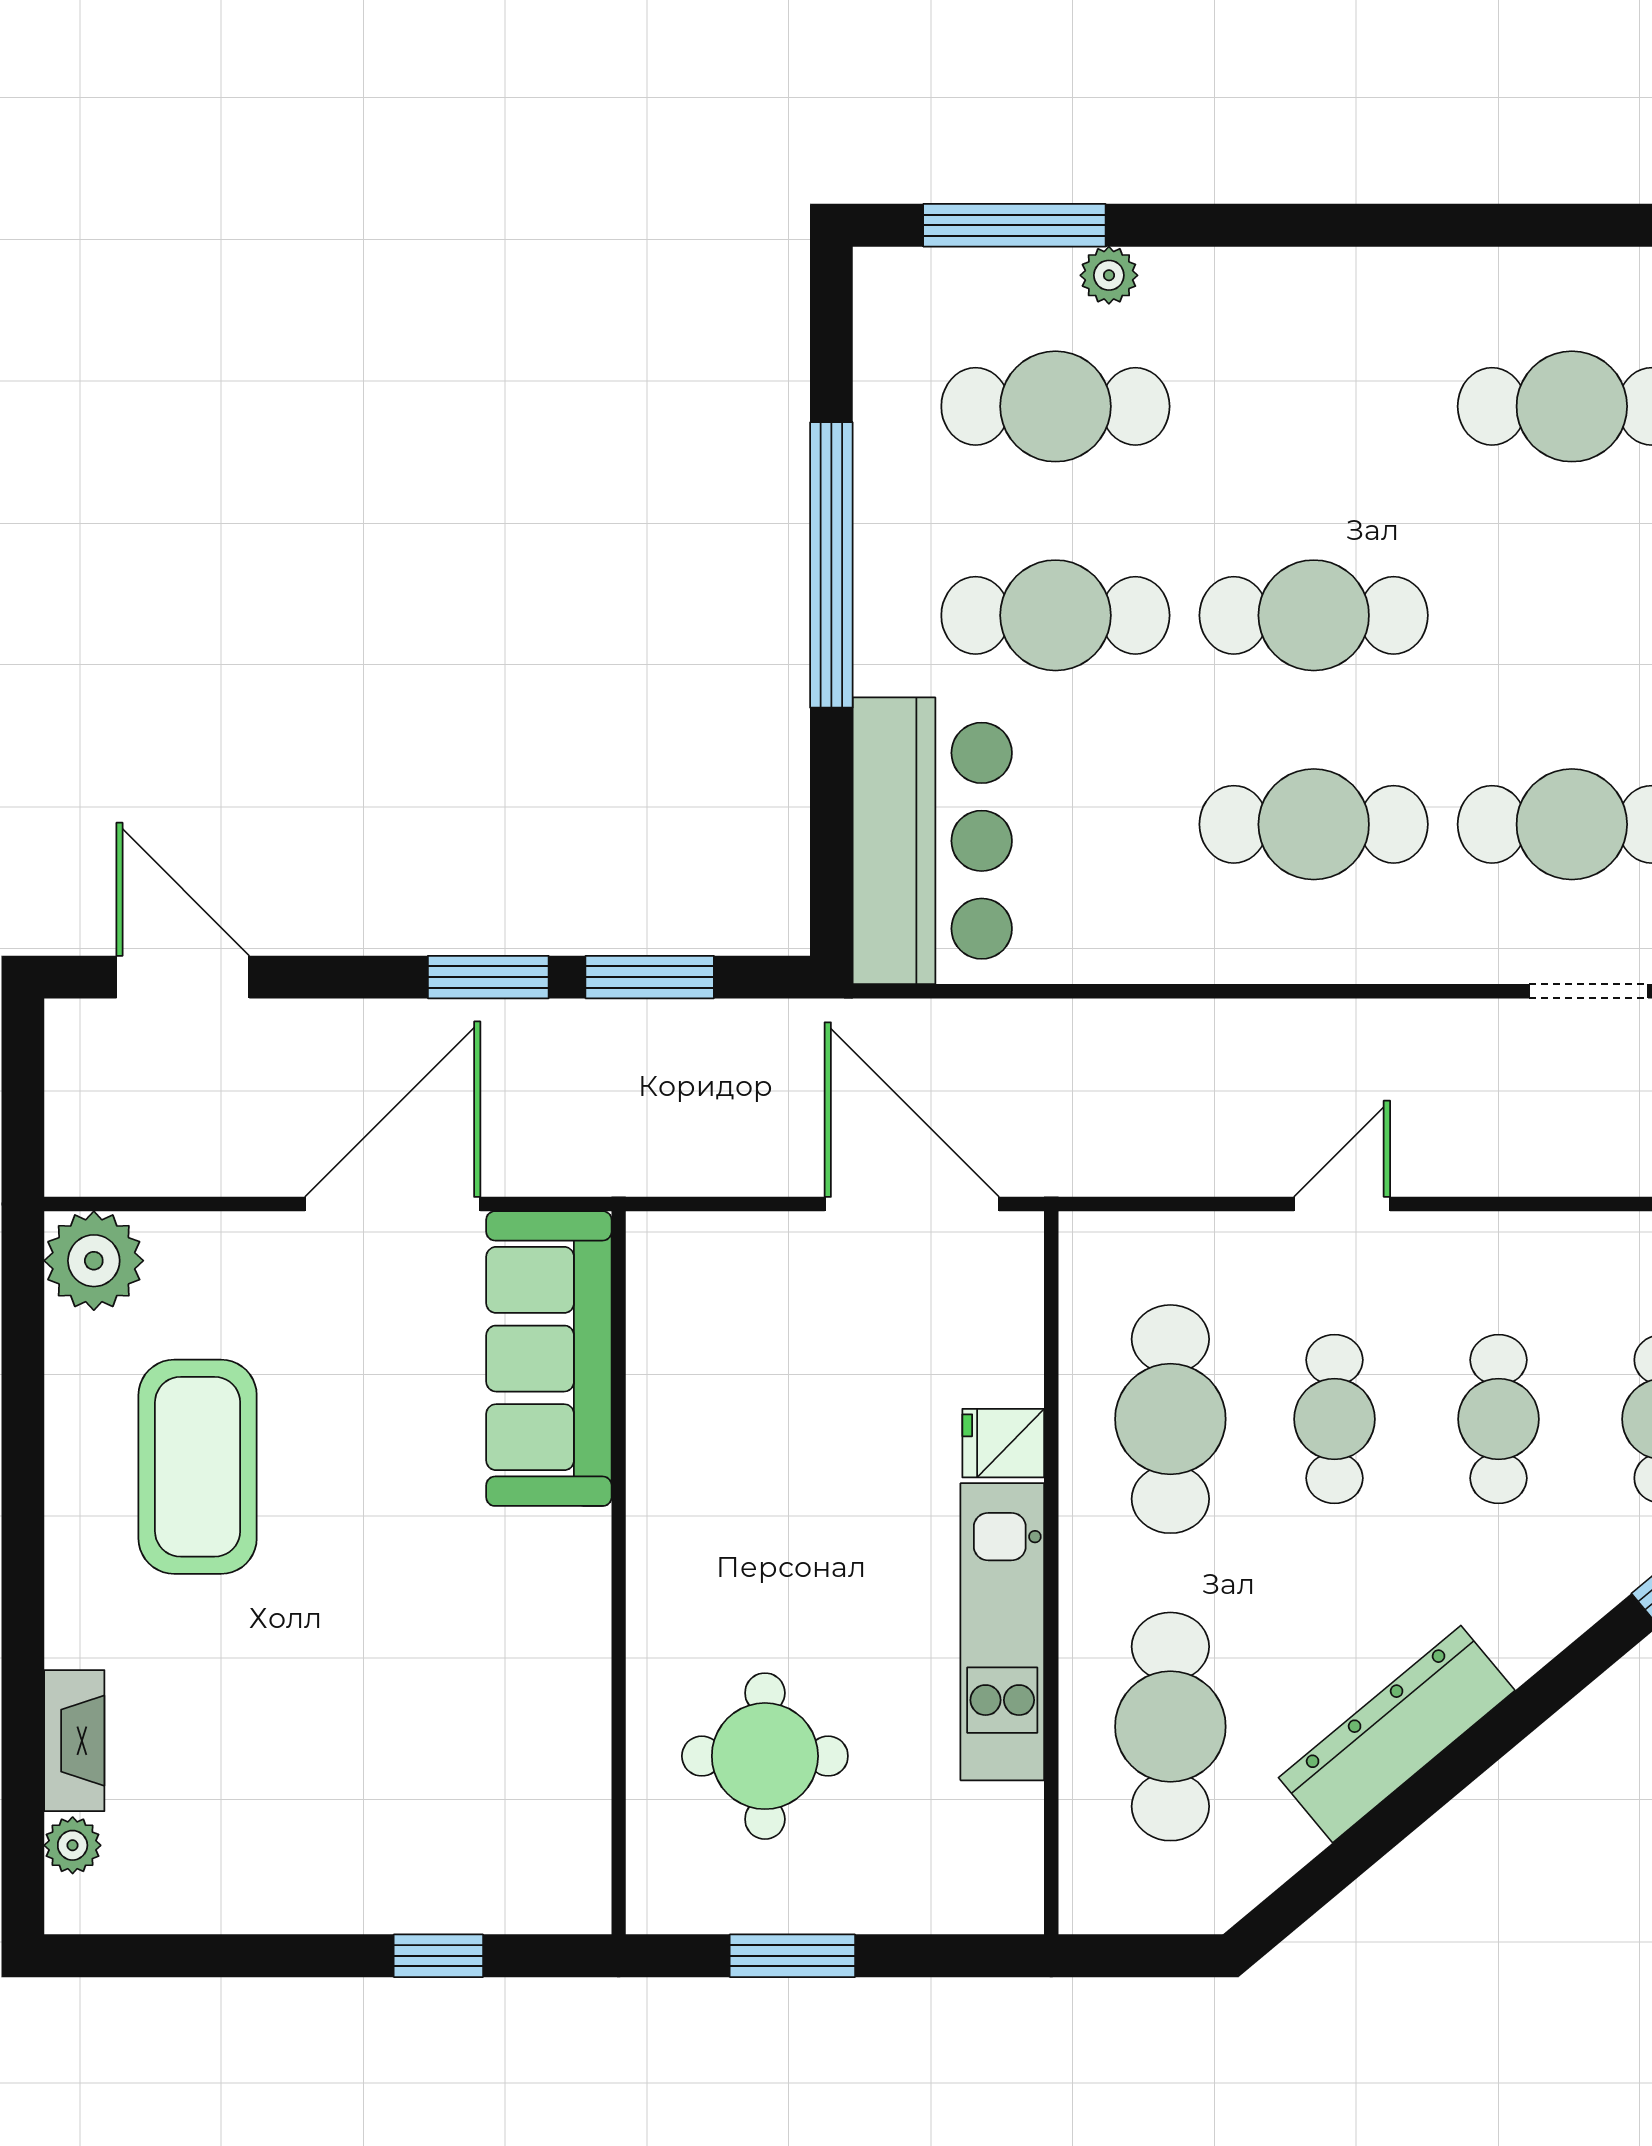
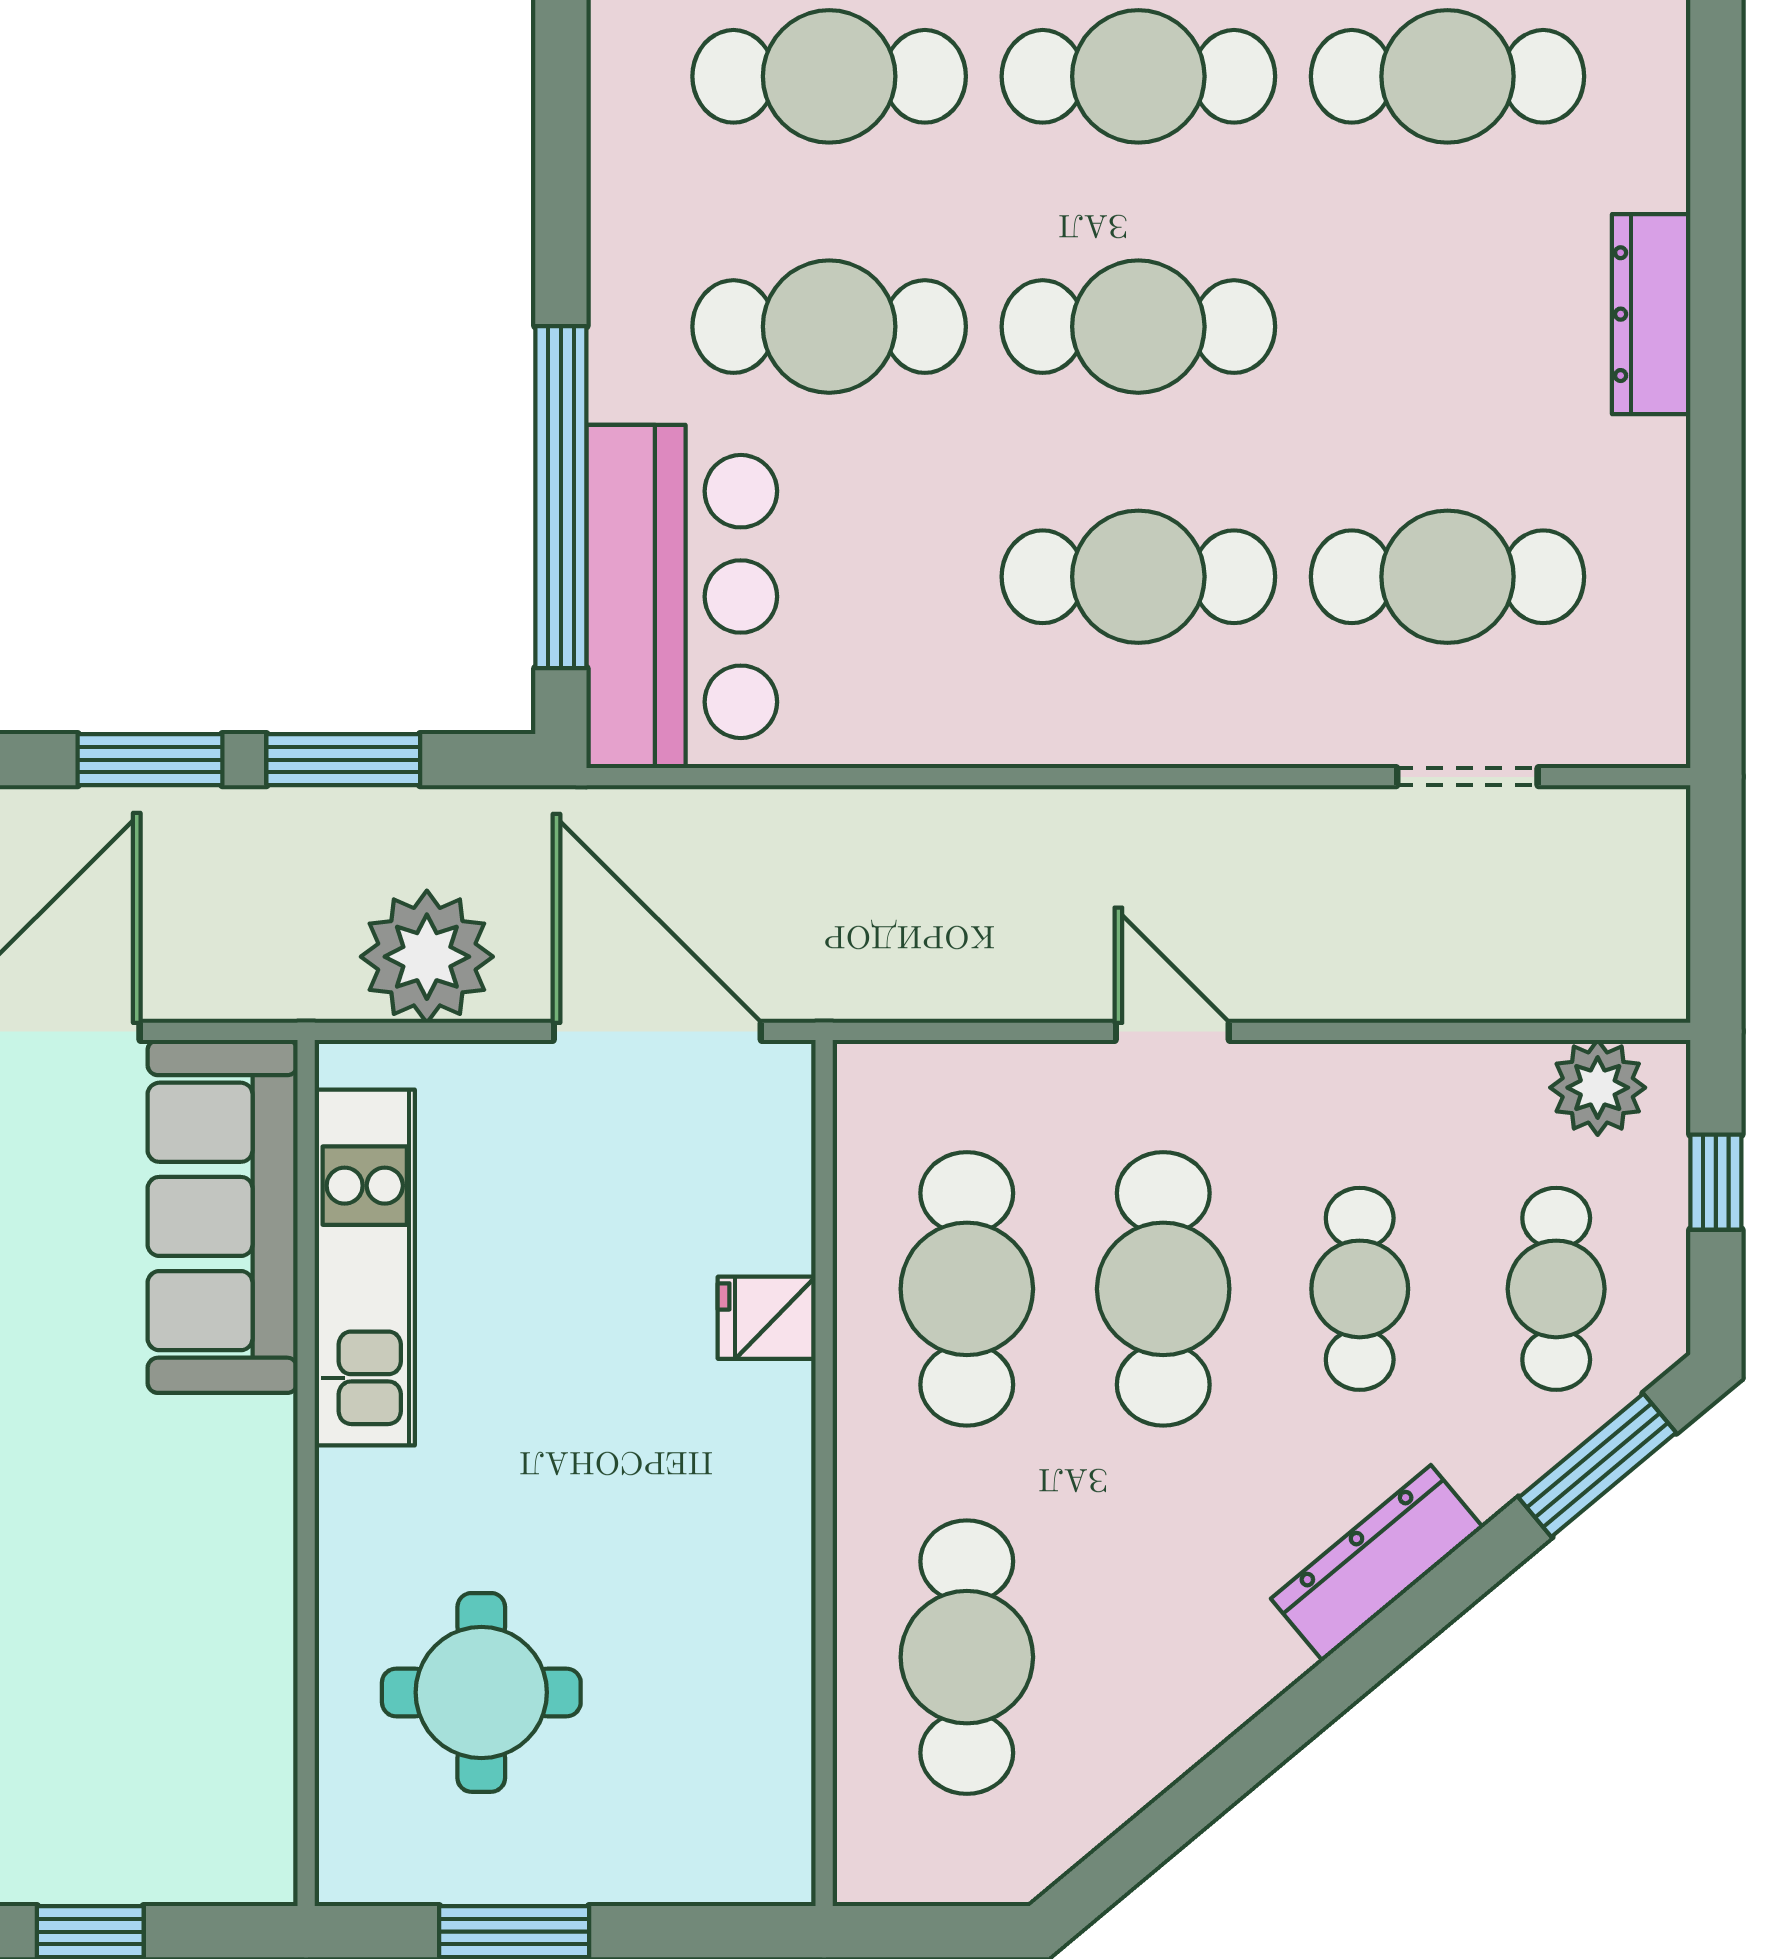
cafe table: (1314, 406) -> (1138, 76), added
window: (831, 565) -> (561, 497), moved
plant: (719, 1142) -> (427, 957), added
door: (1342, 1204) -> (1172, 1031), hinge flipped
cafe table: (1334, 1419) -> (1163, 1289), width x1.37, depth x1.35
kitchen unit: (1002, 1632) -> (365, 1267), moved, turned 180
dresser: (1397, 1734) -> (1377, 1563), moved, width x0.73, depth x0.80

